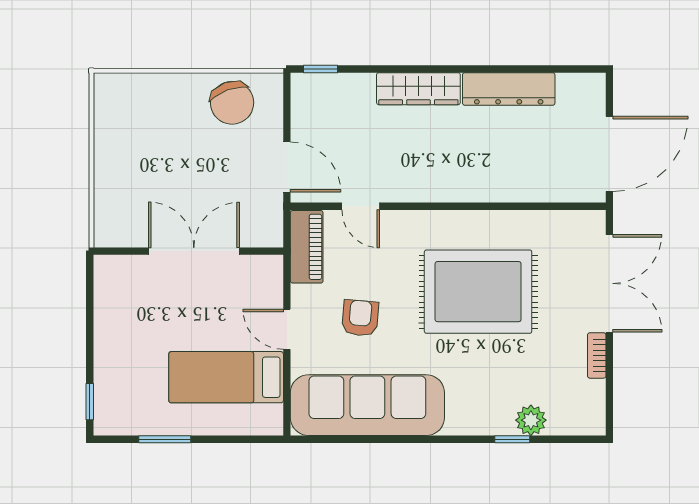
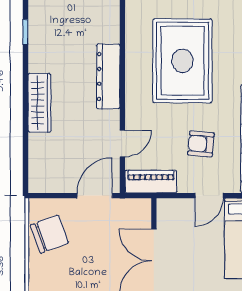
window: (320, 69) -> (26, 32), moved
dresser: (509, 89) -> (108, 76), moved, turned 180

